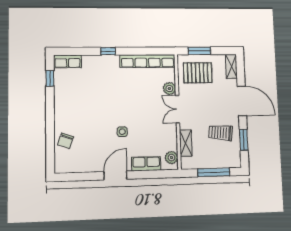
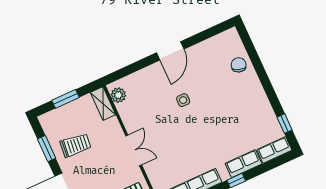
plant: (169, 89) -> (152, 169), removed
shelving: (186, 143) -> (103, 104), moved
row of seats: (146, 164) -> (243, 164), moved, turned 180
window: (214, 172) -> (66, 99), width x0.69

